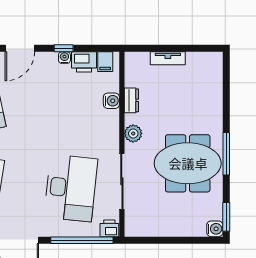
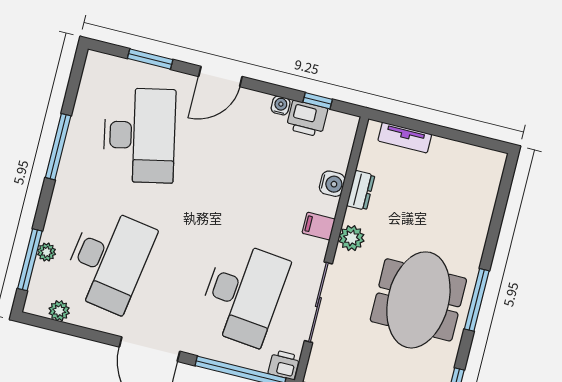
window: (64, 48) -> (318, 101), moved
tv unit: (168, 58) -> (405, 138), moved
filing cabinet: (105, 62) -> (319, 226), moved, turned 90
meeting table: (188, 163) -> (418, 300), turned 90

